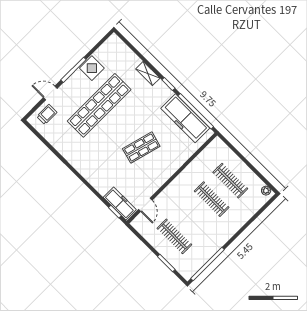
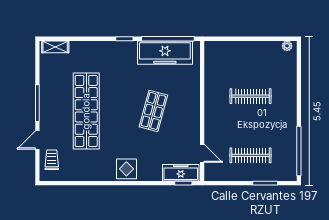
display table: (92, 68) -> (126, 169), moved
shelving: (148, 74) -> (55, 47), moved
clothes rail: (230, 181) -> (251, 66), removed

